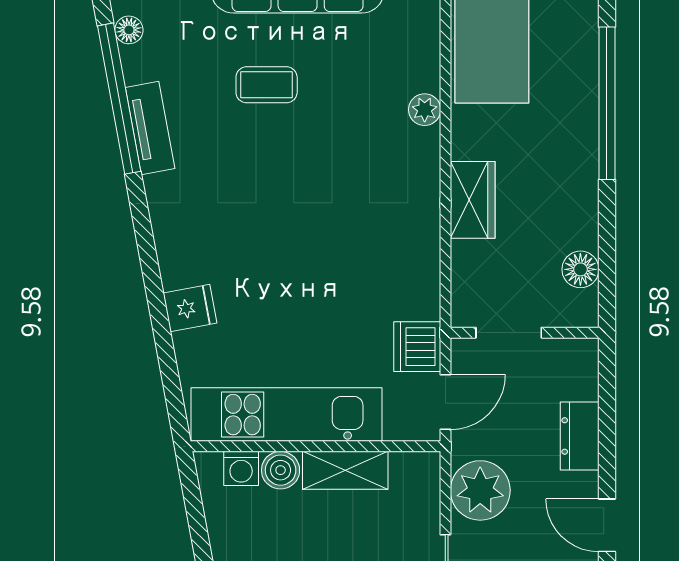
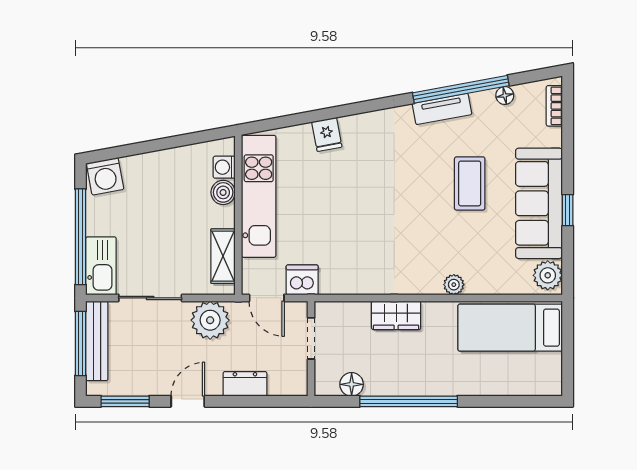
coffee table: (267, 85) -> (470, 183), width x1.36, depth x1.30
window: (607, 103) -> (409, 401), moved
shelving: (345, 470) -> (223, 256), moved

